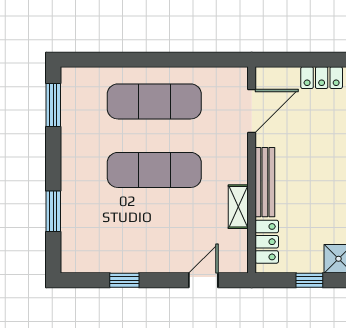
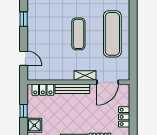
door: (252, 111) -> (108, 82), hinge flipped
exercise mat: (154, 170) -> (78, 34), width x0.73, depth x0.69
shelving: (238, 207) -> (85, 76), moved

